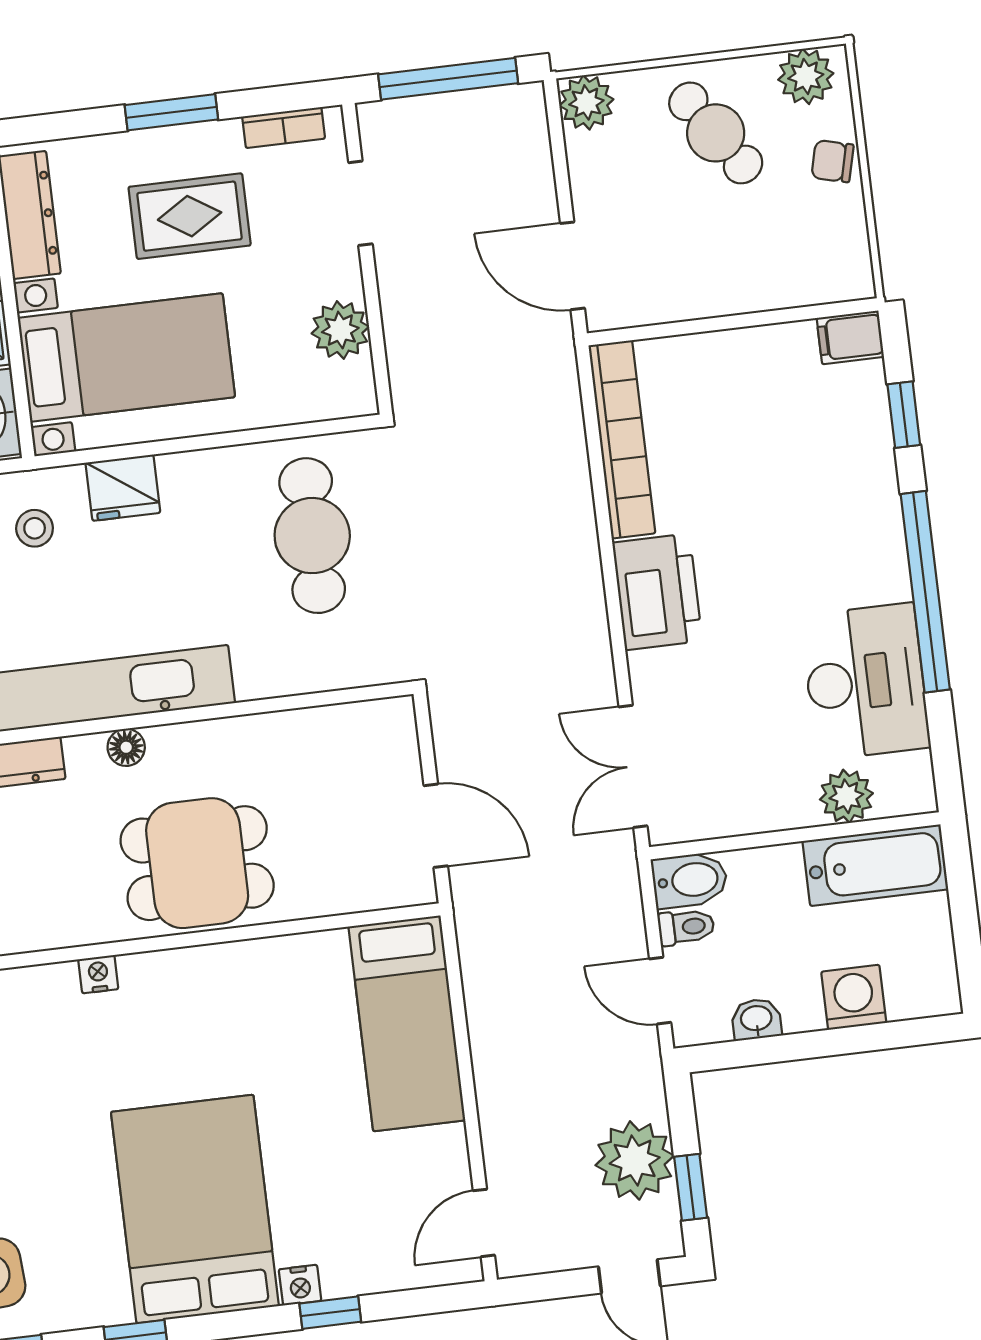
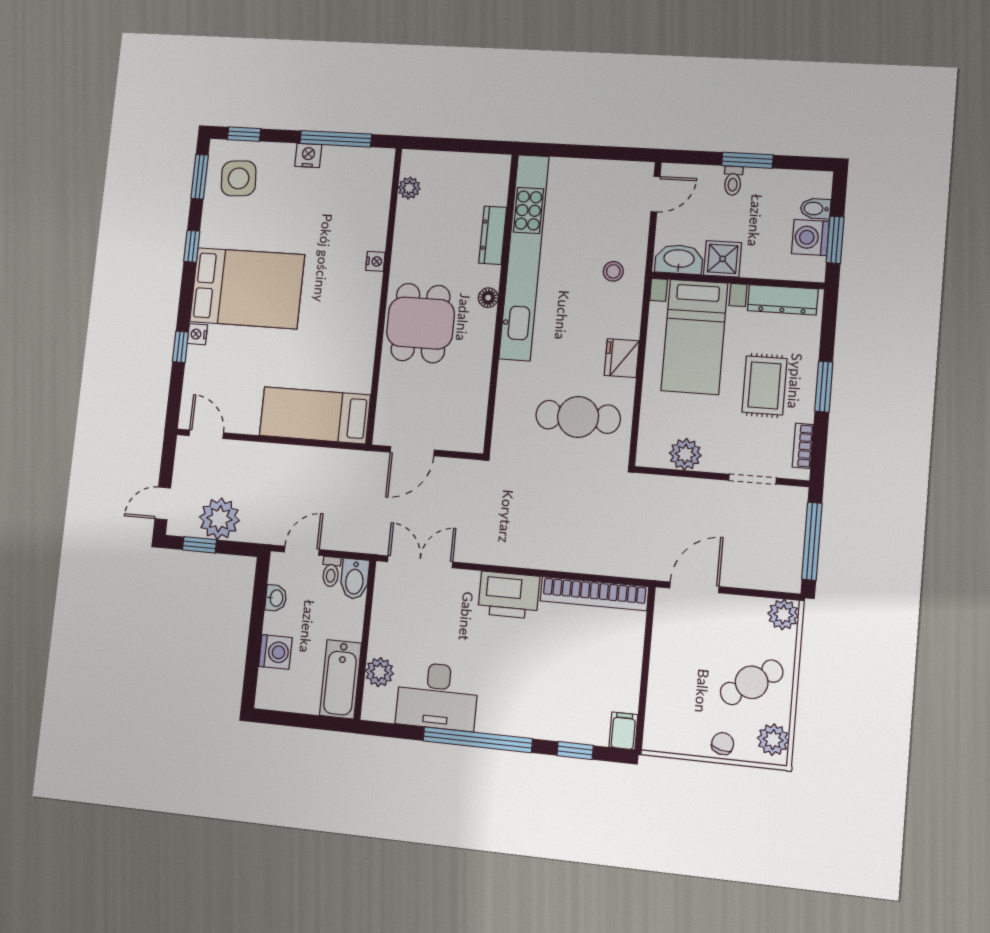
fridge: (123, 488) -> (622, 358), moved

